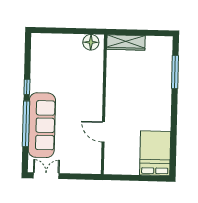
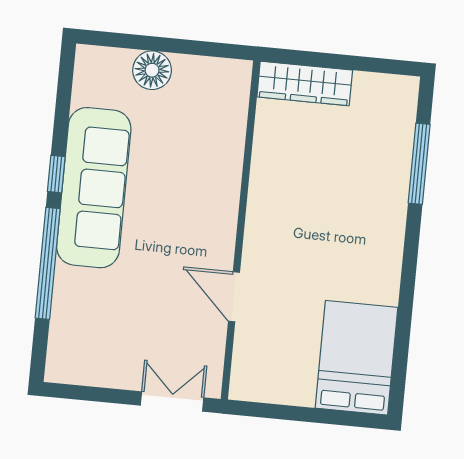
floor lamp: (91, 42) -> (152, 70), moved
sofa: (42, 125) -> (94, 188), moved
double door: (46, 176) -> (172, 402), moved

